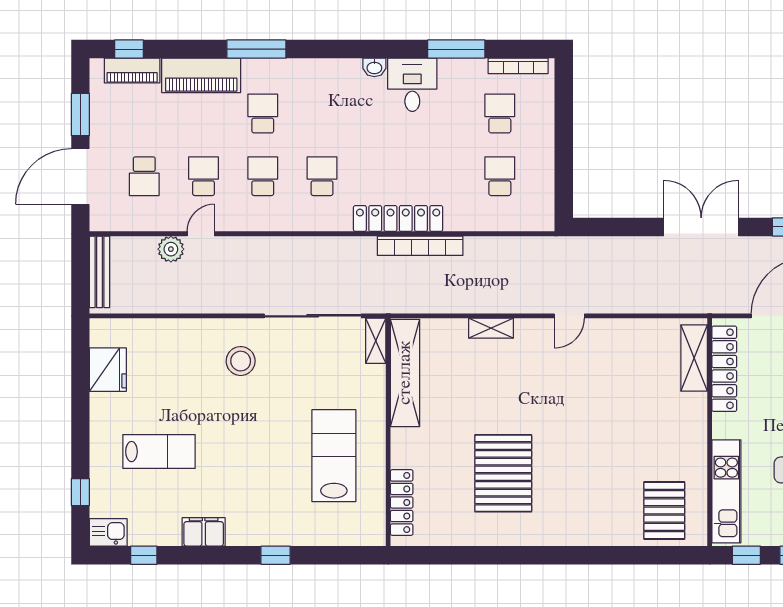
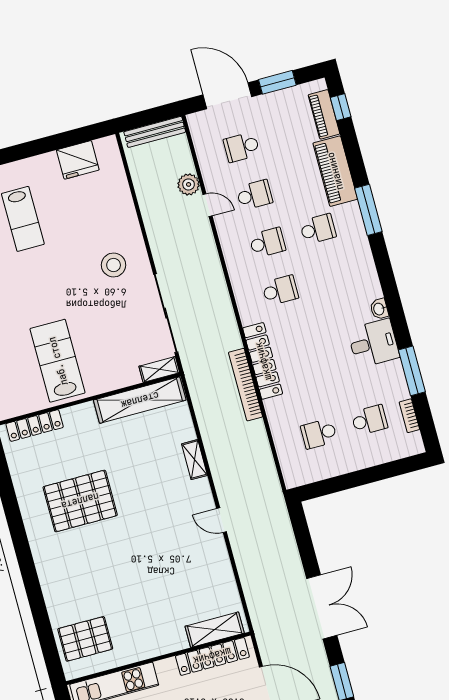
bookcase: (518, 66) -> (409, 416), width x0.64
school desk: (500, 176) -> (319, 434), turned 180
lab bench: (334, 456) -> (58, 361), turned -90

